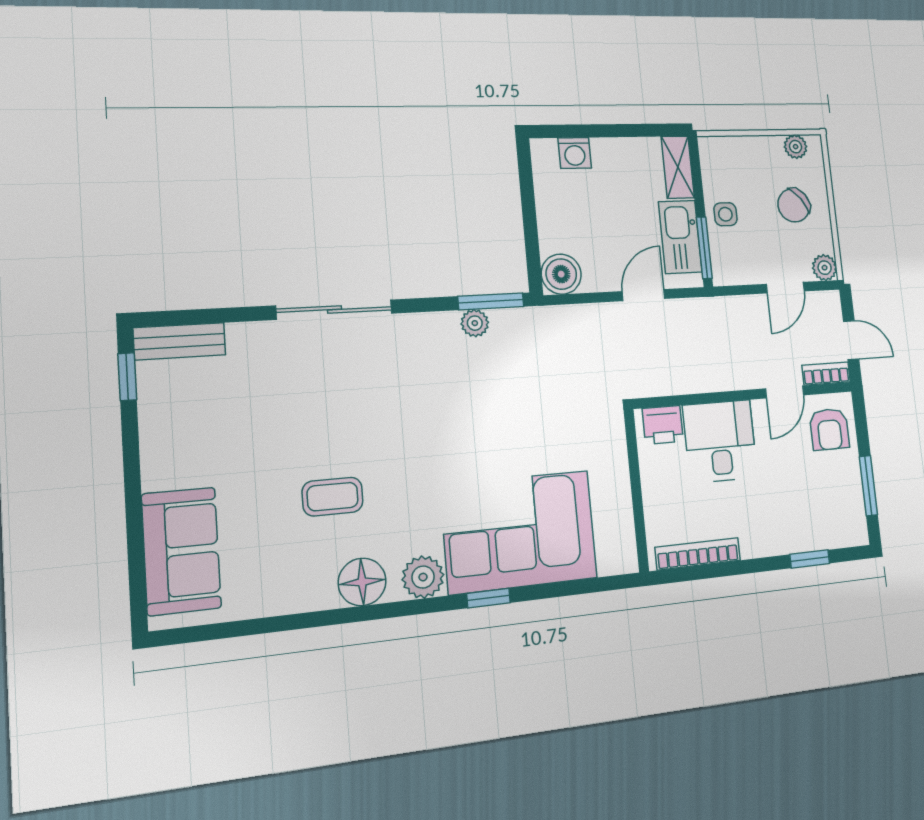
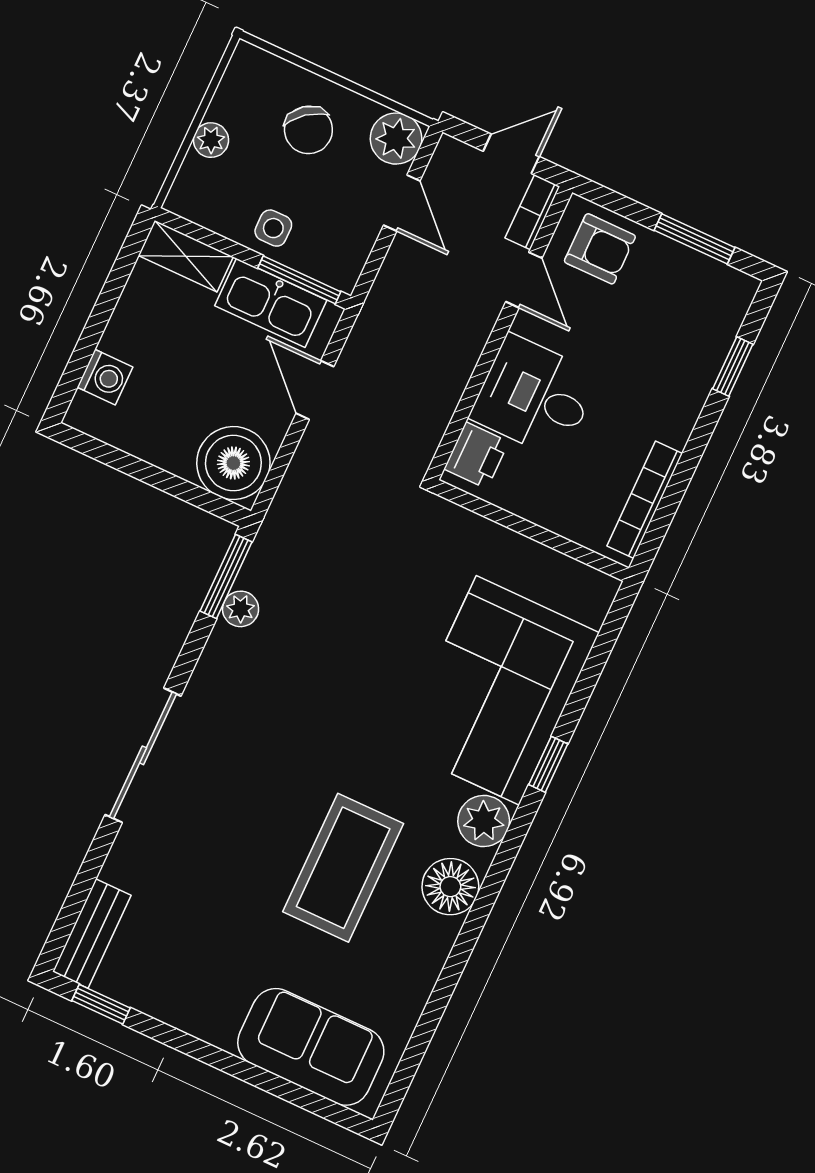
plant: (796, 147) -> (211, 140), moved
plant: (825, 268) -> (396, 139), width x1.38, depth x1.38
boiler: (561, 274) -> (233, 463), width x1.37, depth x1.37
coffee table: (333, 497) -> (343, 868), width x1.86, depth x1.72

